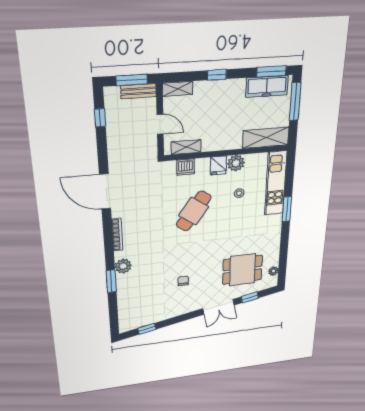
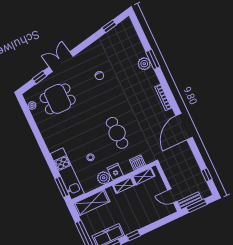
window: (217, 75) -> (133, 235), moved
shelving: (178, 89) -> (124, 185), moved
door: (160, 124) -> (172, 196), moved
door: (105, 192) -> (184, 126), swing flipped
window: (287, 209) -> (62, 187), moved
cafe table: (194, 211) -> (117, 133), turned -36
plant: (123, 266) -> (144, 64), moved

